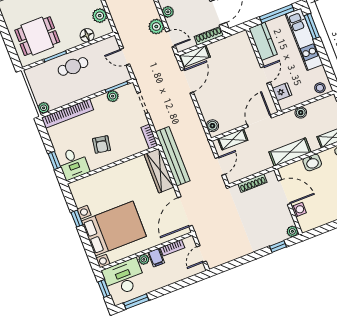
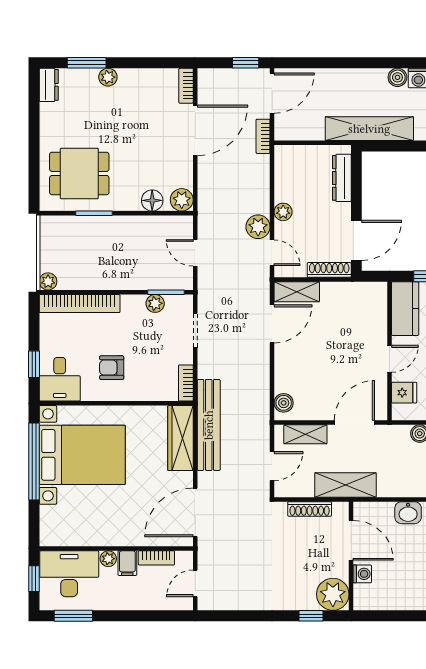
plant: (100, 16) -> (182, 200), moved
cafe table: (73, 66) -> (114, 238), removed
armchair: (102, 144) -> (112, 368), turned 80
shelving: (290, 152) -> (345, 485), moved
window: (77, 219) -> (34, 461), width x3.17
bed with nightstands: (114, 229) -> (82, 455), moved
plant: (292, 231) -> (333, 594), width x1.88, depth x1.88

